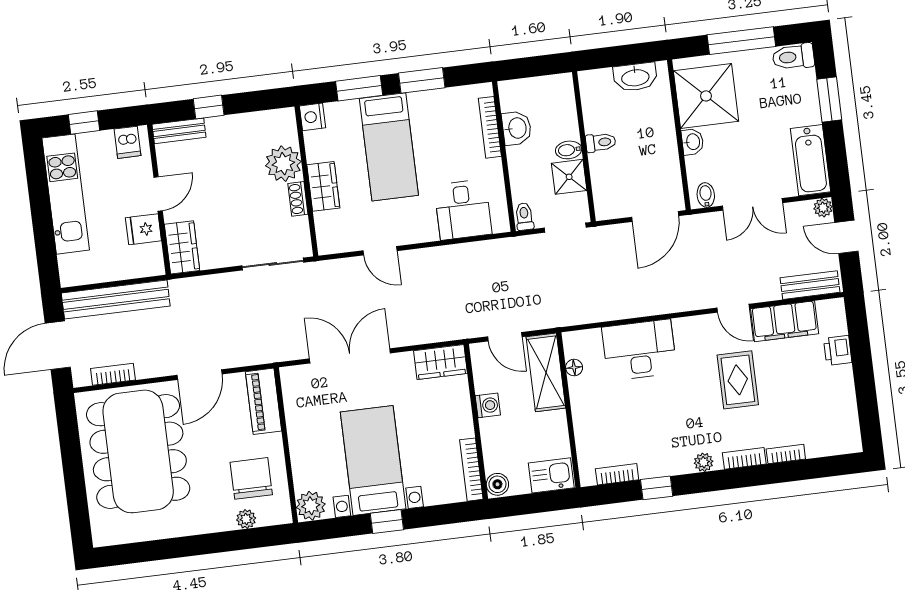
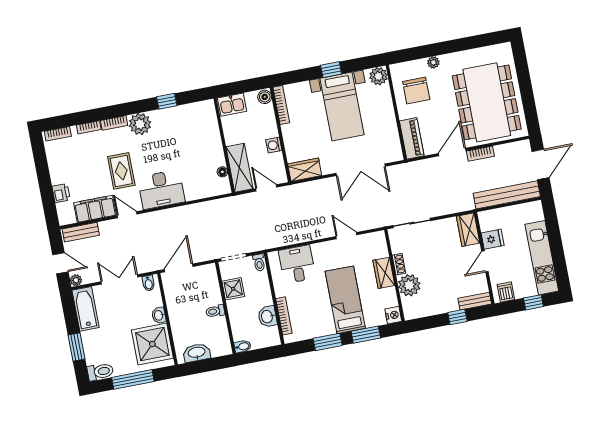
bidet: (569, 150) -> (243, 346), moved
desk: (639, 350) -> (161, 189), moved
bookcase: (113, 374) -> (480, 154), moved
plant: (704, 462) -> (140, 124), width x1.88, depth x1.88
bookcase: (617, 474) -> (58, 134), moved
plant: (246, 519) -> (433, 62), moved

